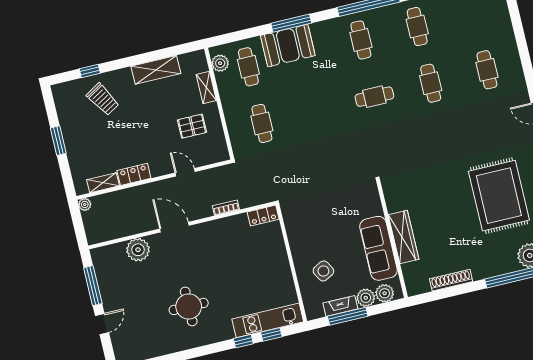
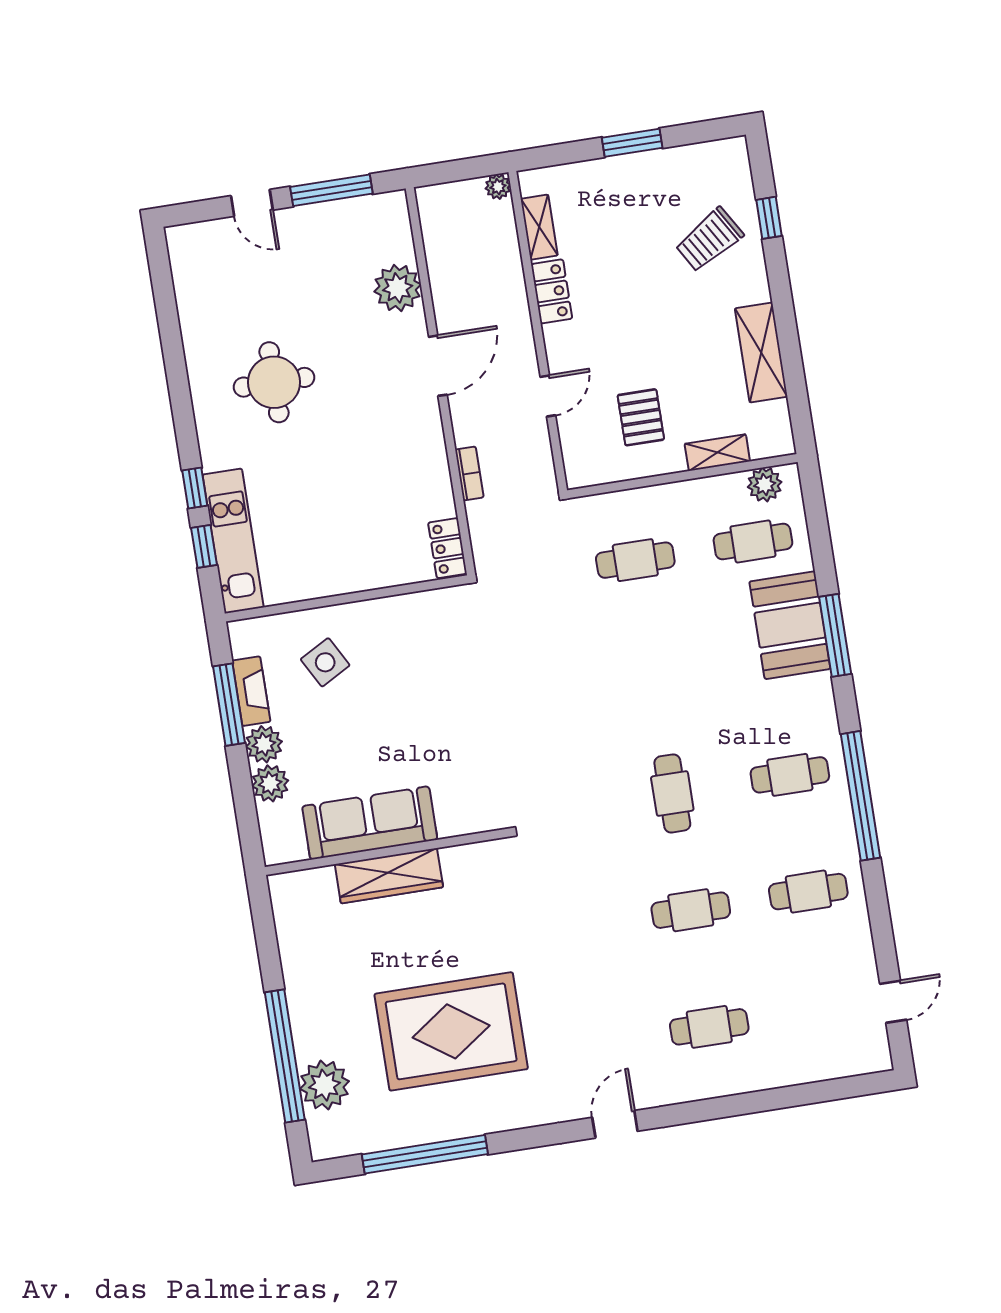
wardrobe: (404, 237) -> (389, 876), moved
wall: (392, 239) -> (387, 852), moved
sofa: (378, 248) -> (370, 823), moved
shoe rack: (451, 280) -> (286, 921), removed

